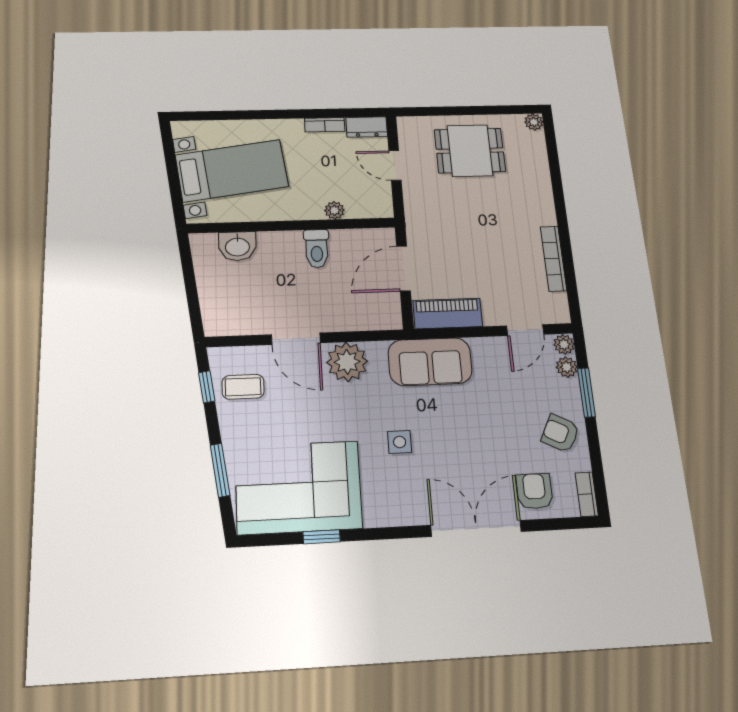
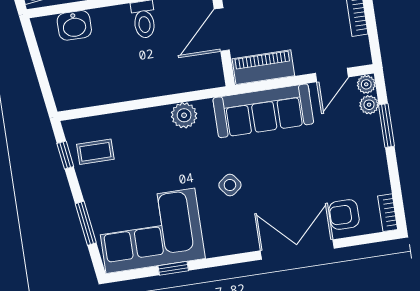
door: (296, 339) -> (135, 105), removed
plant: (347, 362) -> (184, 115), width x0.73, depth x0.73
sofa: (430, 362) -> (263, 111), width x1.36
armchair: (560, 433) -> (365, 164), removed
side table: (400, 442) -> (230, 185), turned -37
armchair: (534, 491) -> (344, 215), turned -90

